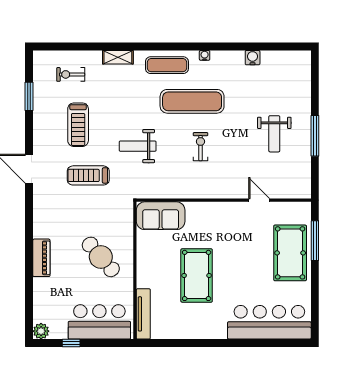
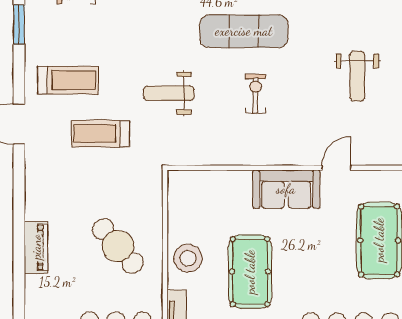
treadmill: (78, 125) -> (68, 80), moved, turned -90
door: (259, 200) -> (336, 168), hinge flipped
sofa: (161, 216) -> (286, 189), moved
stool: (152, 266) -> (188, 258), added

